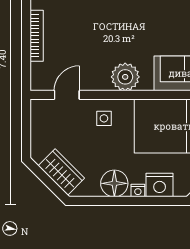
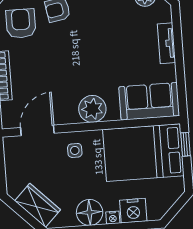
door: (67, 95) -> (37, 130), width x1.38

